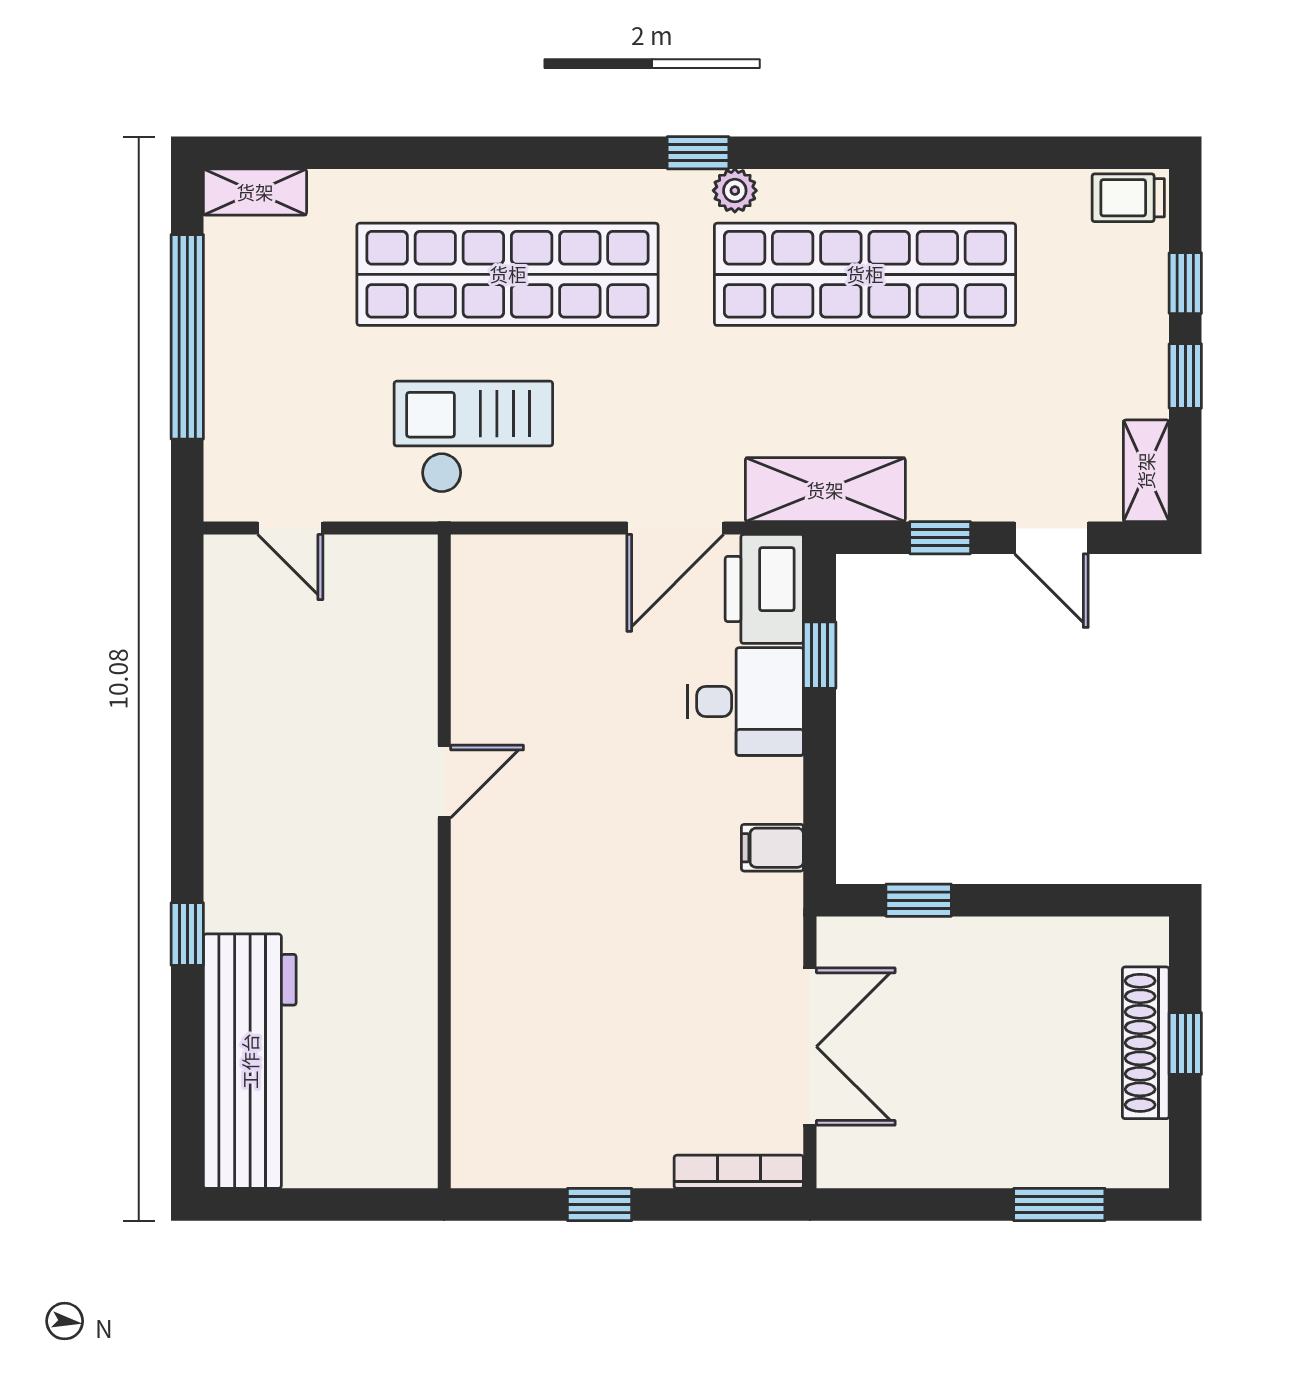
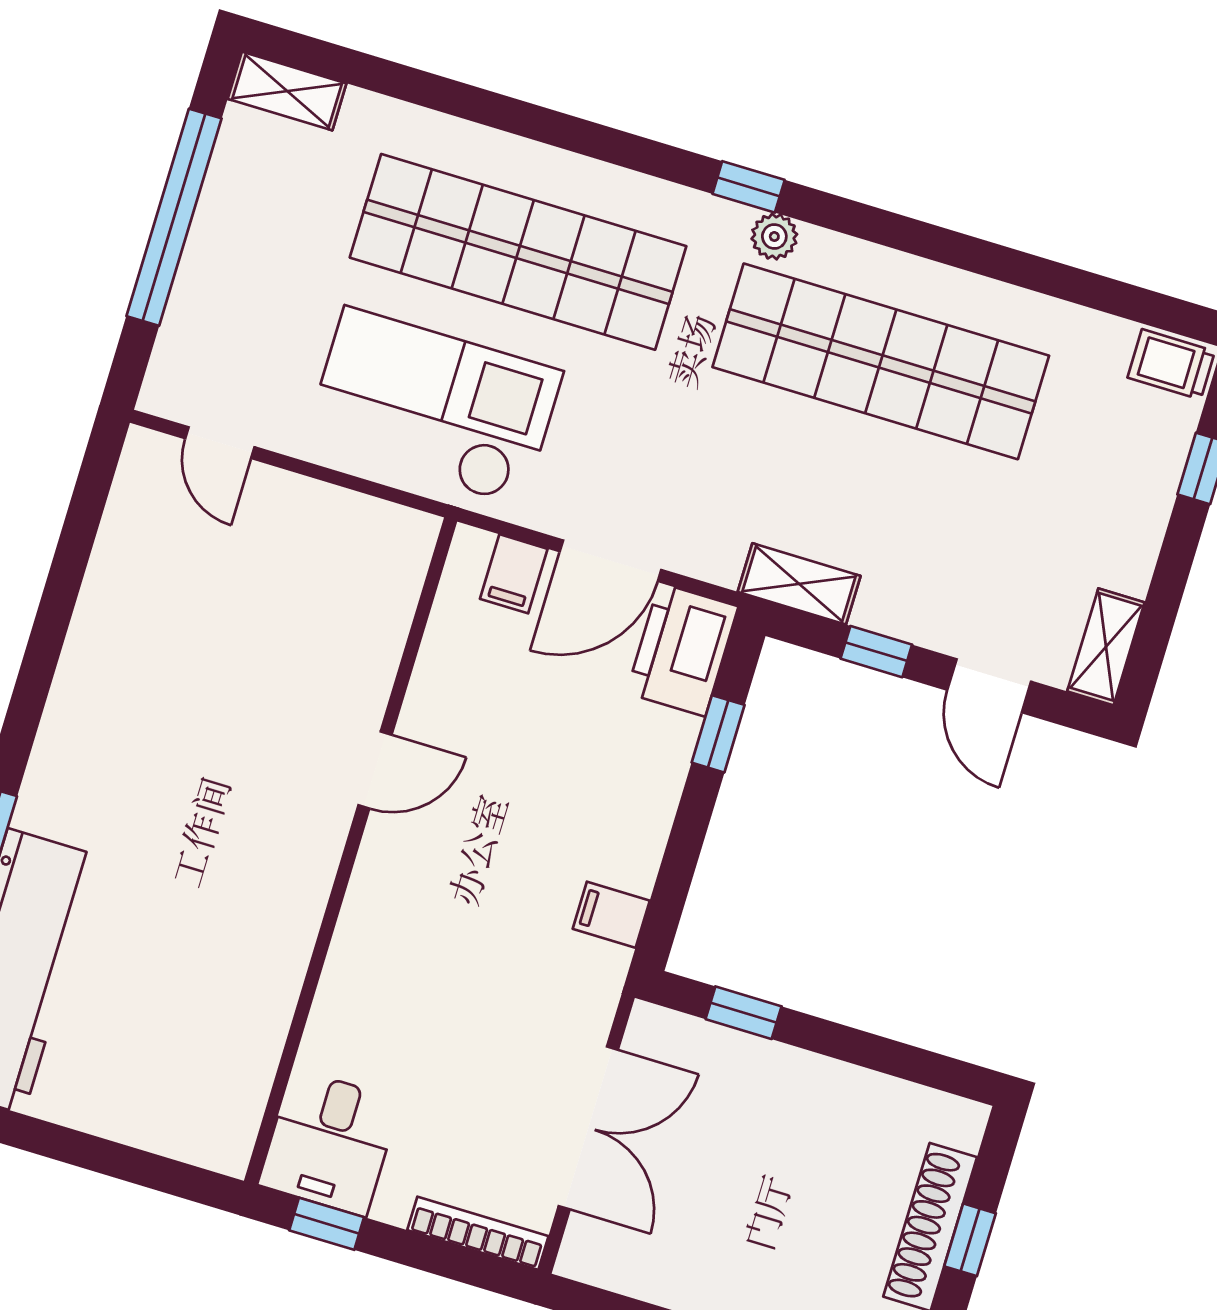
window: (1185, 376) -> (1175, 563), removed
checkout: (473, 437) -> (434, 406), width x1.36, depth x1.21
shelving: (825, 490) -> (799, 584), width x0.67, depth x0.75
filing cabinet: (591, 566) -> (514, 574), added
desk: (745, 702) -> (329, 1142), moved, turned 90
door: (444, 781) -> (375, 770), moved
wall: (444, 861) -> (350, 851), moved

